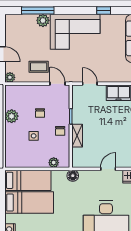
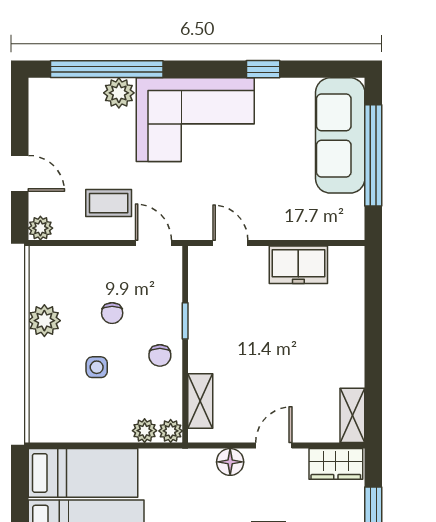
window: (38, 10) -> (107, 69), width x1.46
shelving: (77, 136) -> (200, 401), moved
plant: (65, 163) -> (171, 431), added
floor lamp: (73, 176) -> (230, 462), moved

